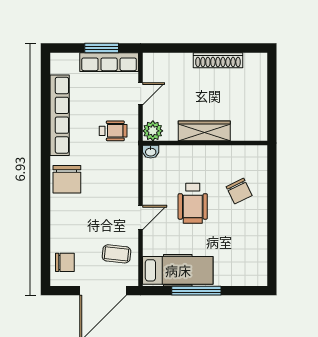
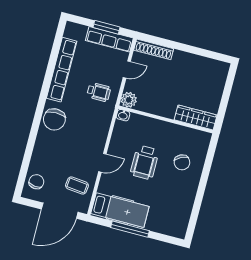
shoe rack: (218, 60) -> (154, 49), moved
wardrobe: (204, 131) -> (196, 117), moved
chair: (65, 262) -> (36, 182), turned -83

